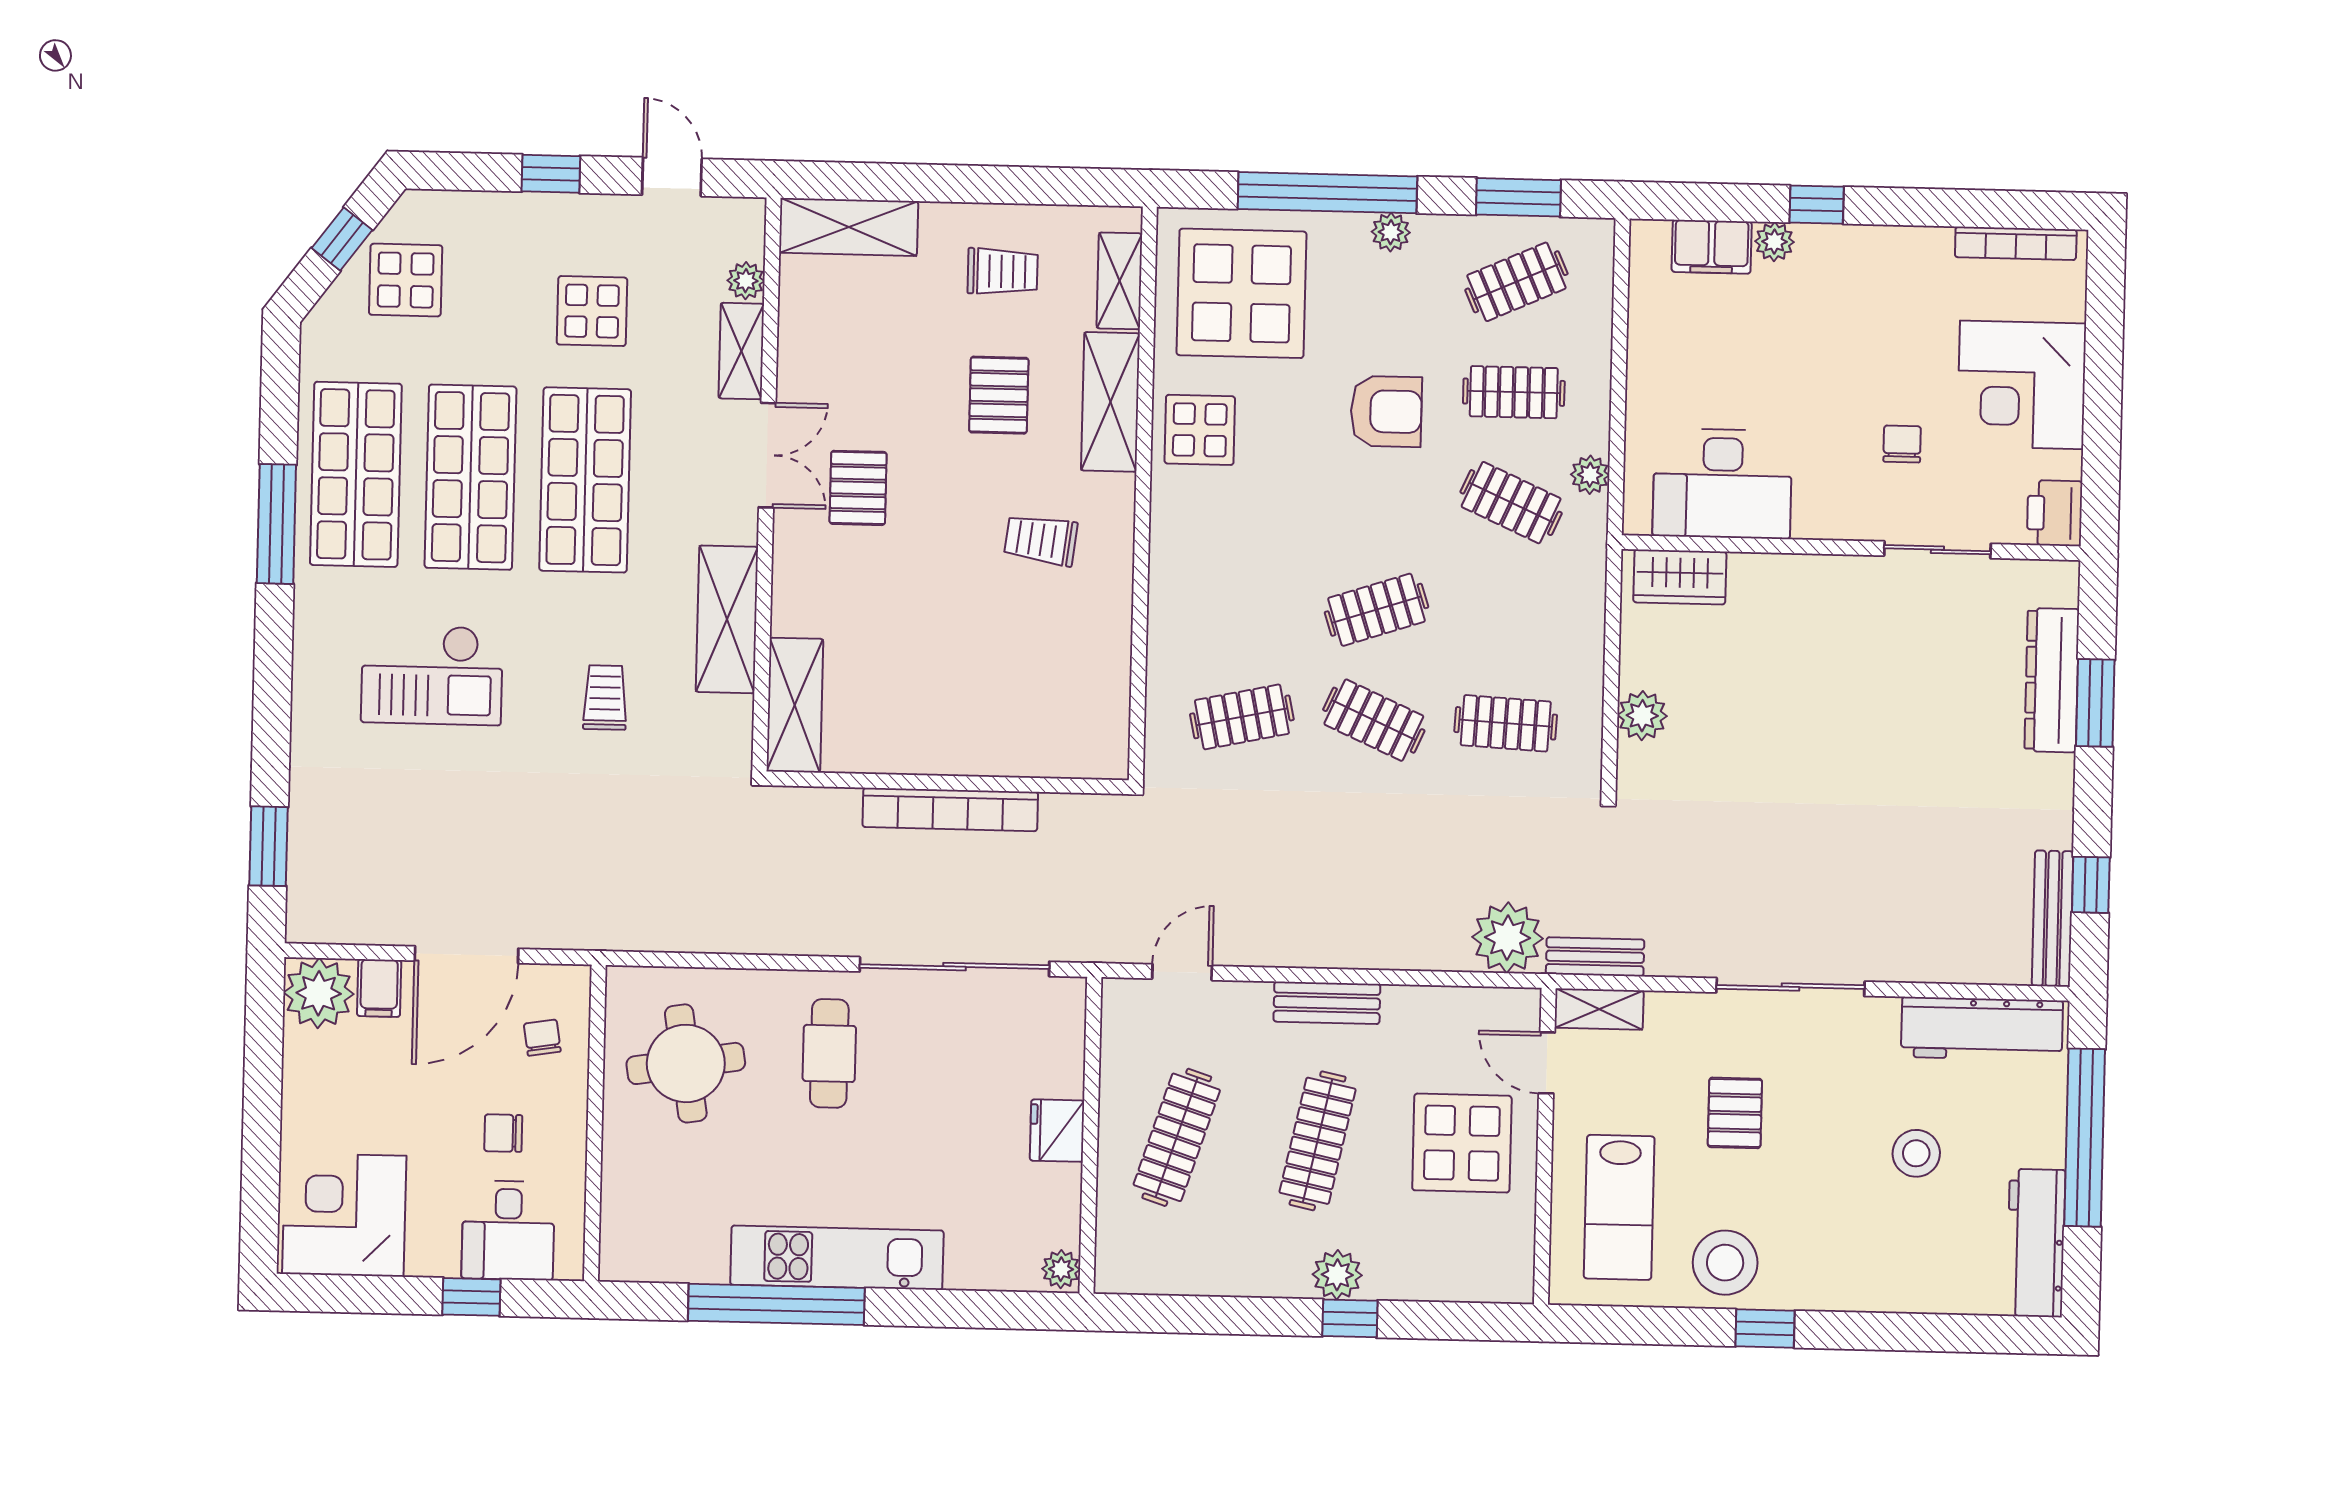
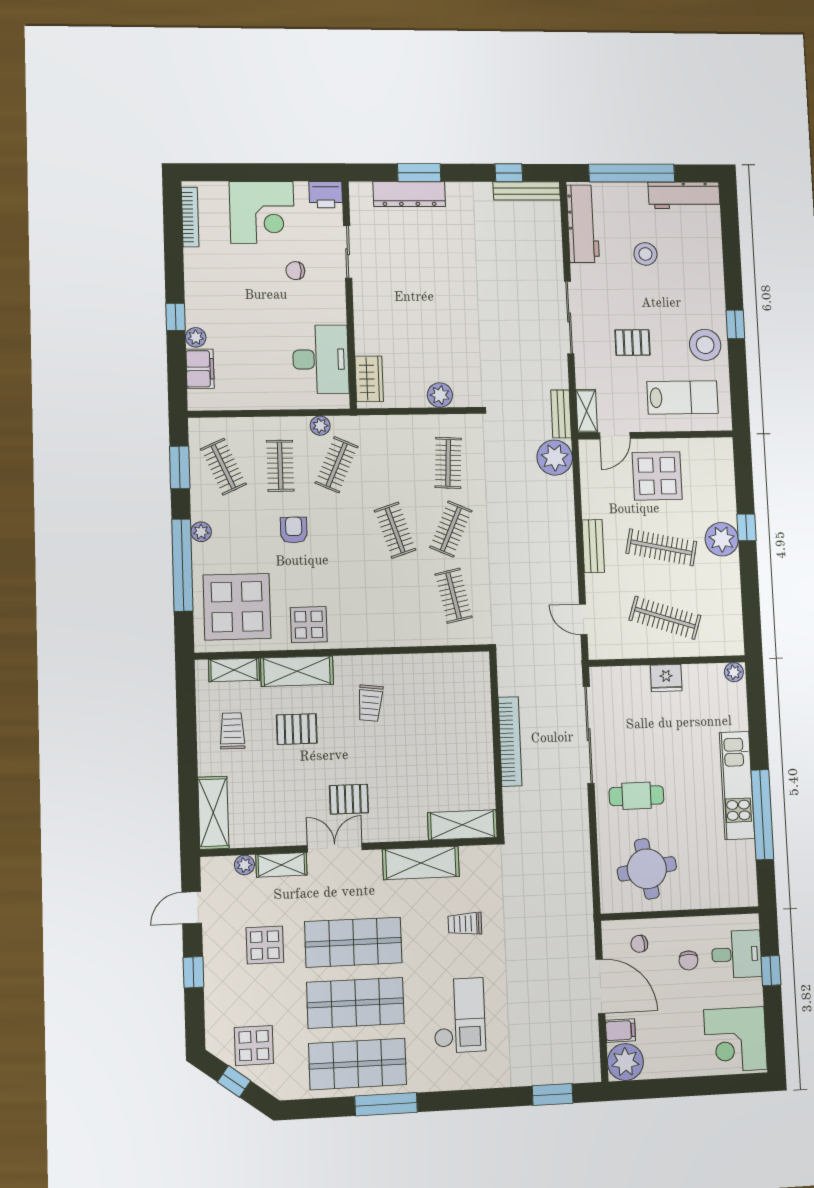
armchair: (1386, 411) -> (294, 530), width x0.72, depth x0.72
plant: (1337, 1275) -> (722, 539), width x1.36, depth x1.36

